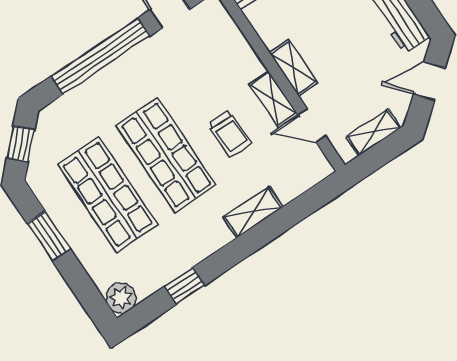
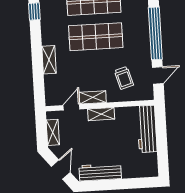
trolley: (230, 134) -> (124, 78), moved, turned -106

